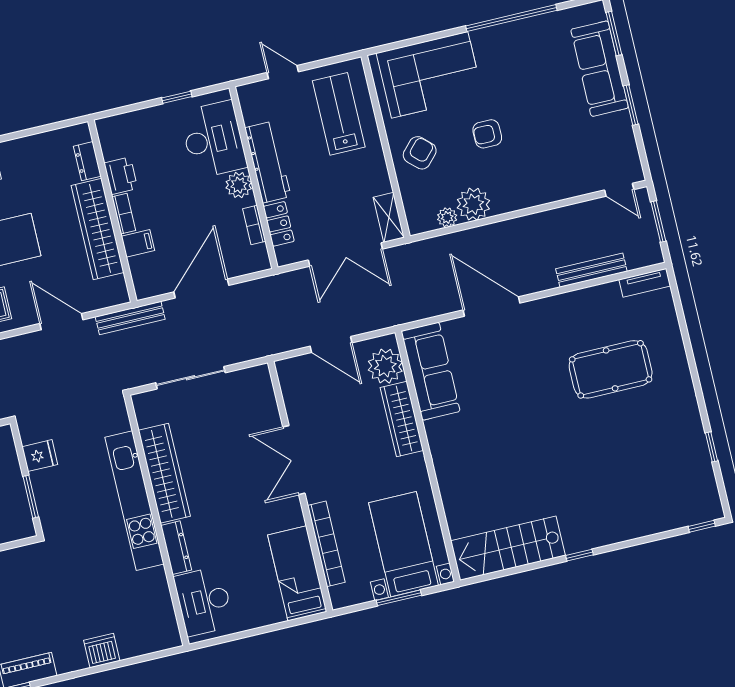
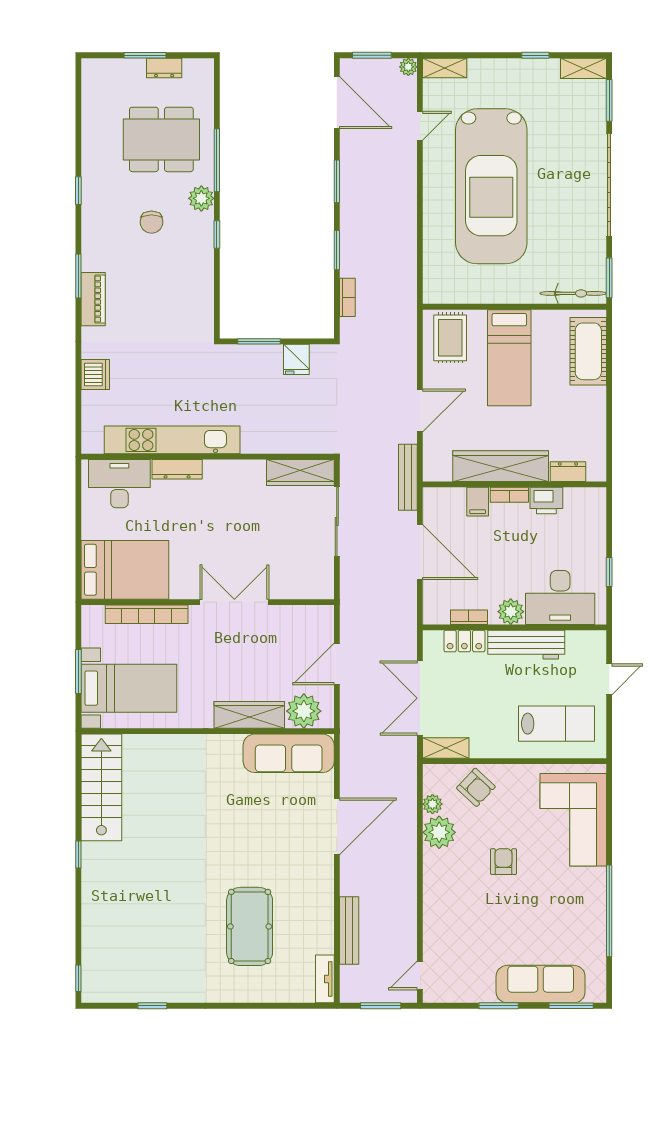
armchair: (420, 153) -> (476, 787), moved
wardrobe: (164, 473) -> (300, 473), moved, width x0.71, depth x0.85
kitchen unit: (134, 501) -> (172, 440), moved
bed: (297, 573) -> (125, 570), width x1.50

